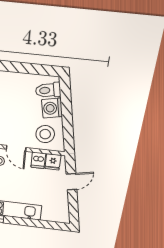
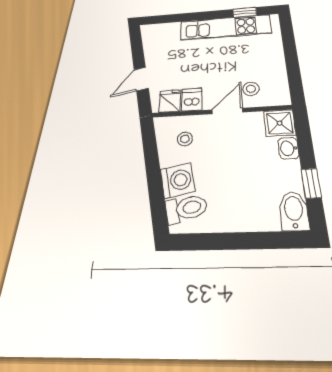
stool: (45, 134) -> (185, 139), width x0.53, depth x0.53
door: (16, 148) -> (227, 111), hinge flipped

